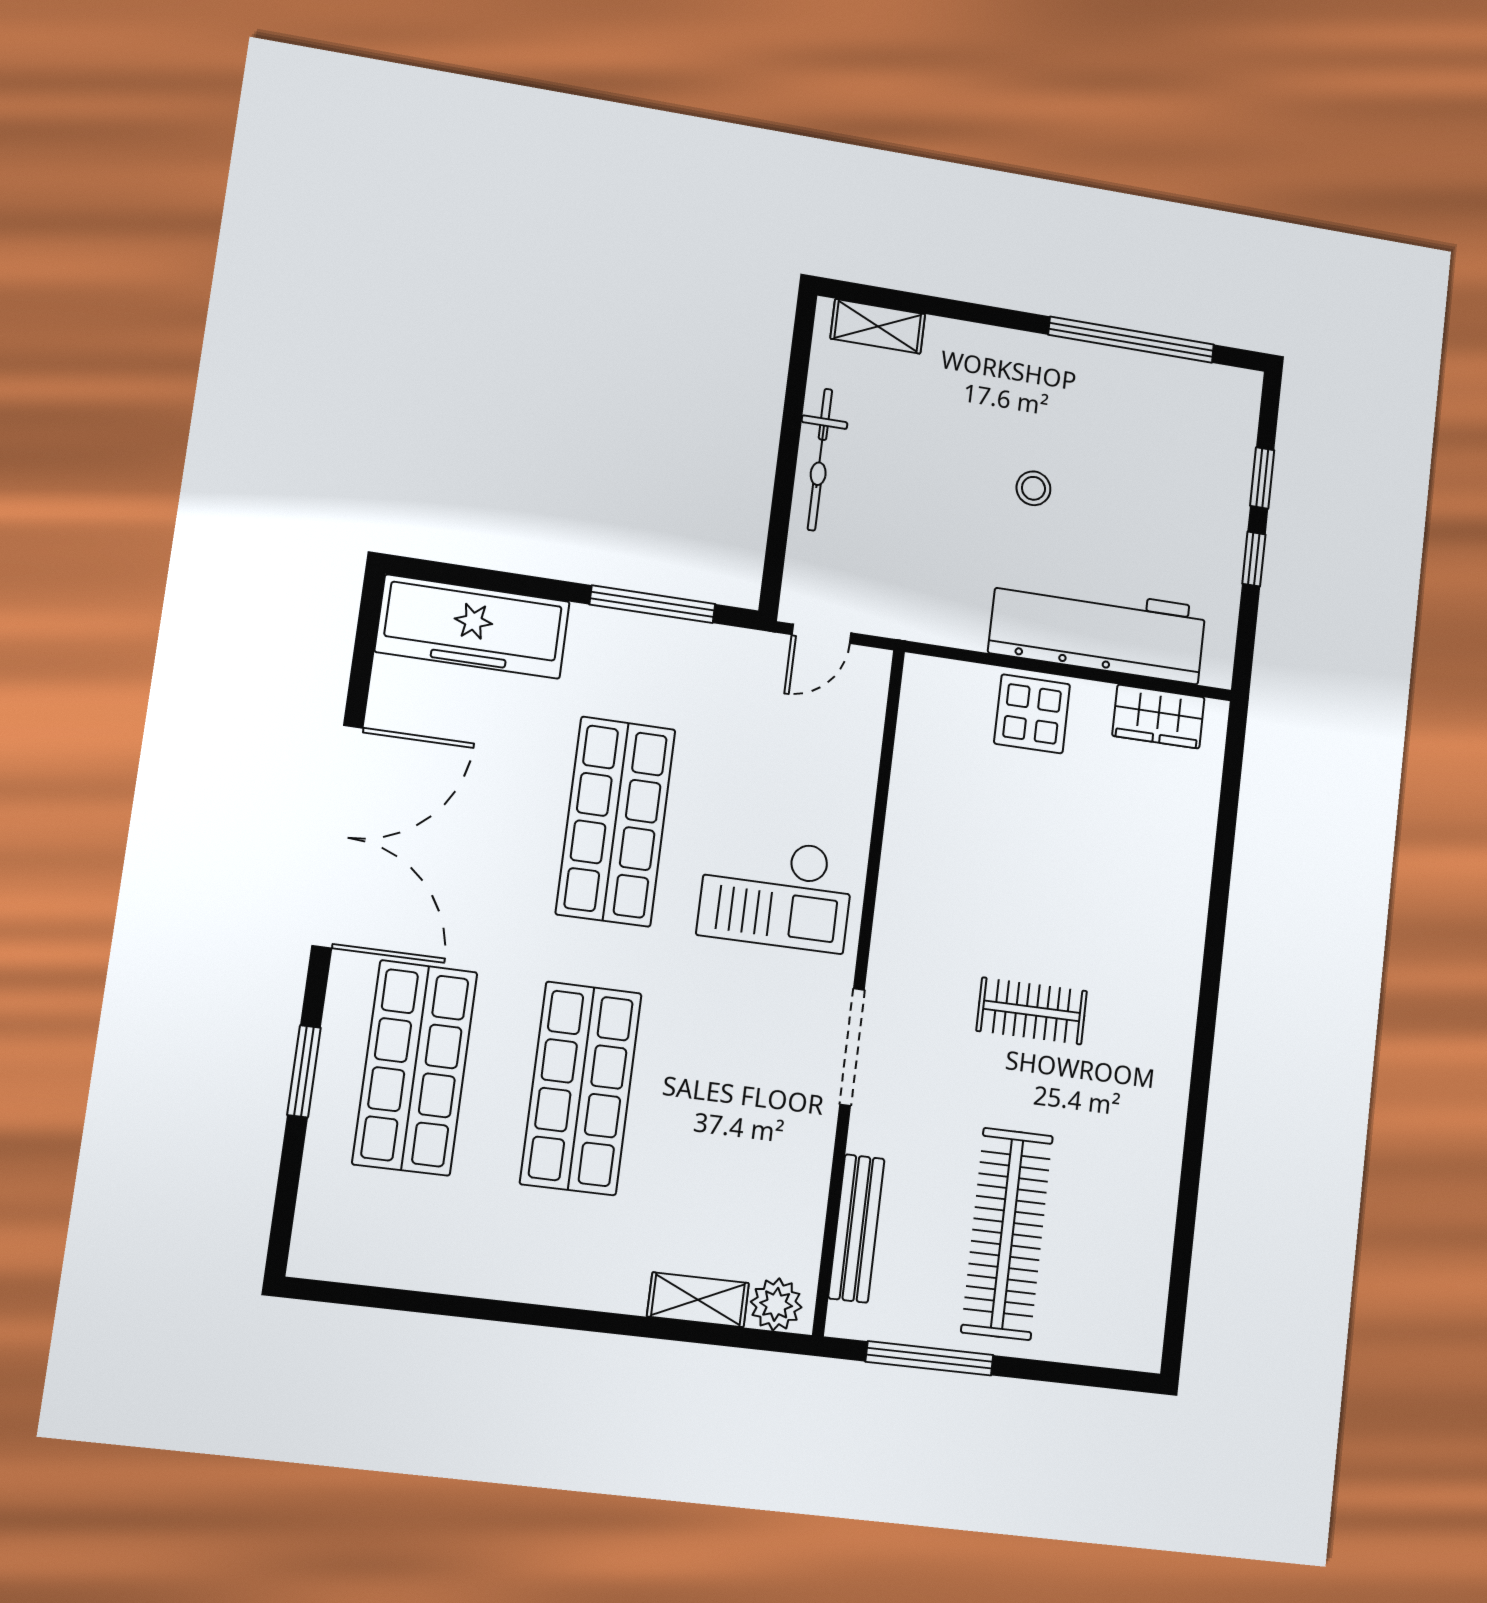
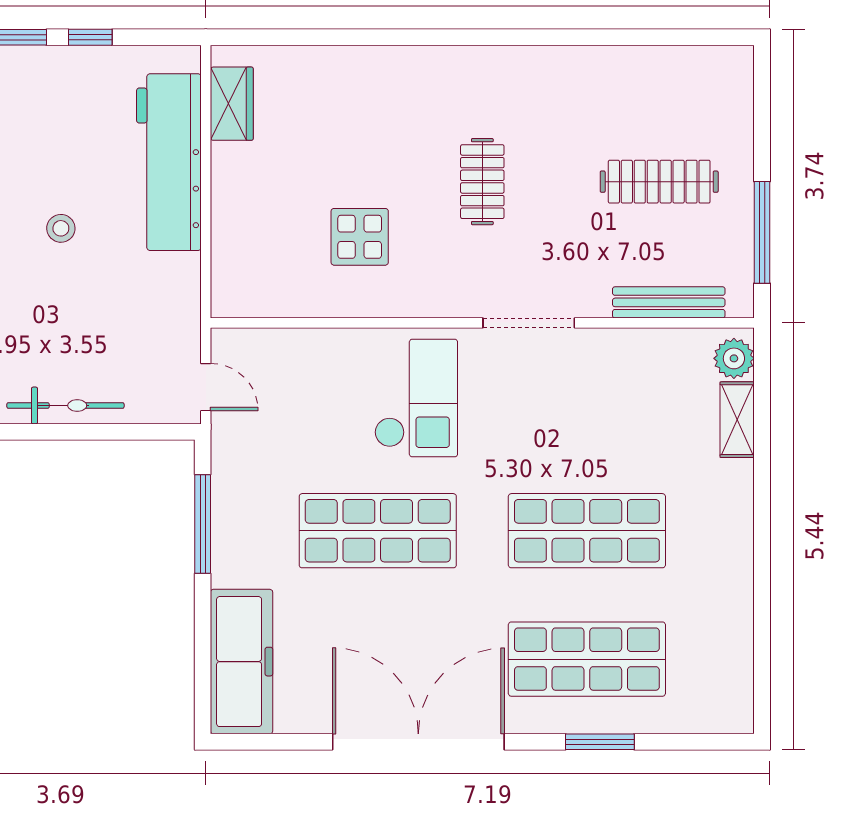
display table: (1032, 714) -> (360, 237), moved
clothes rail: (1007, 1234) -> (659, 182), width x0.73, depth x0.76

